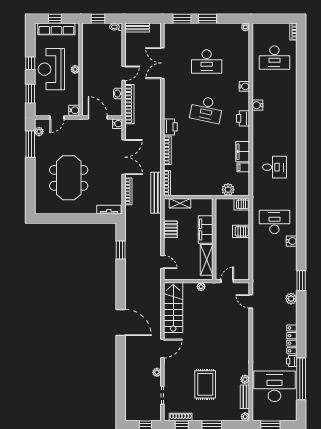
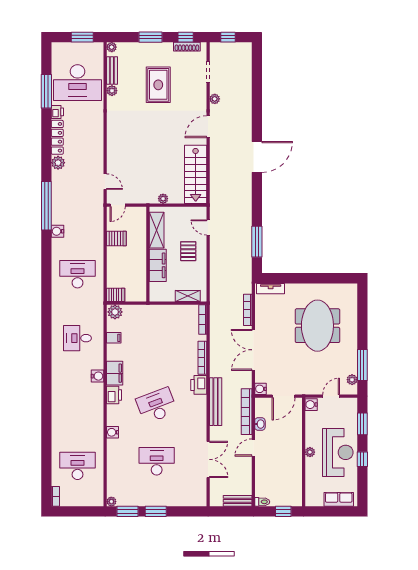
window: (55, 19) -> (333, 511), removed
window: (182, 19) -> (127, 511), moved
row of seats: (56, 29) -> (339, 499), width x0.68
water cooler: (257, 105) -> (97, 376), moved
desk: (207, 109) -> (157, 405), turned -33
door: (98, 117) -> (284, 396), hinge flipped
filing cabinet: (243, 152) -> (115, 373), moved
plant: (228, 190) -> (115, 312), moved
bench: (156, 193) -> (216, 402), moved
desk: (274, 222) -> (77, 274), turned 180
pallet: (171, 229) -> (188, 251), moved
server rack: (241, 231) -> (116, 238), moved
water cooler: (292, 241) -> (58, 231), moved
window: (121, 250) -> (257, 242), width x1.44
door: (227, 281) -> (118, 205), moved
window: (301, 281) -> (46, 206), width x2.11
plant: (291, 299) -> (58, 163), moved
door: (121, 323) -> (257, 157), swing flipped
window: (301, 379) -> (46, 91), width x0.68

